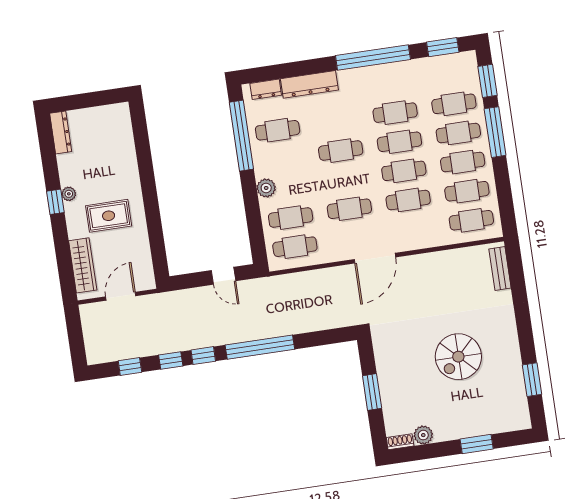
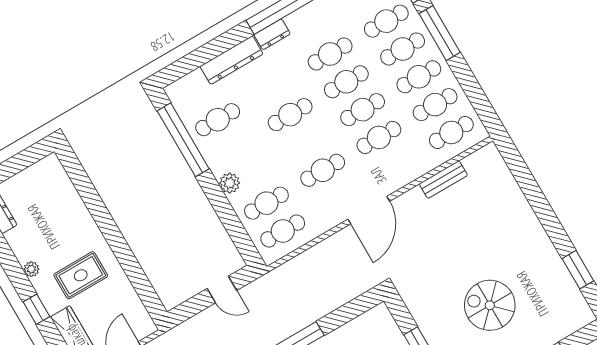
dresser: (266, 89) -> (272, 34), moved
window: (55, 202) -> (37, 309), moved
bench: (500, 268) -> (443, 180), moved, turned 90
spiral stairs: (458, 357) -> (490, 305), moved, turned 90

